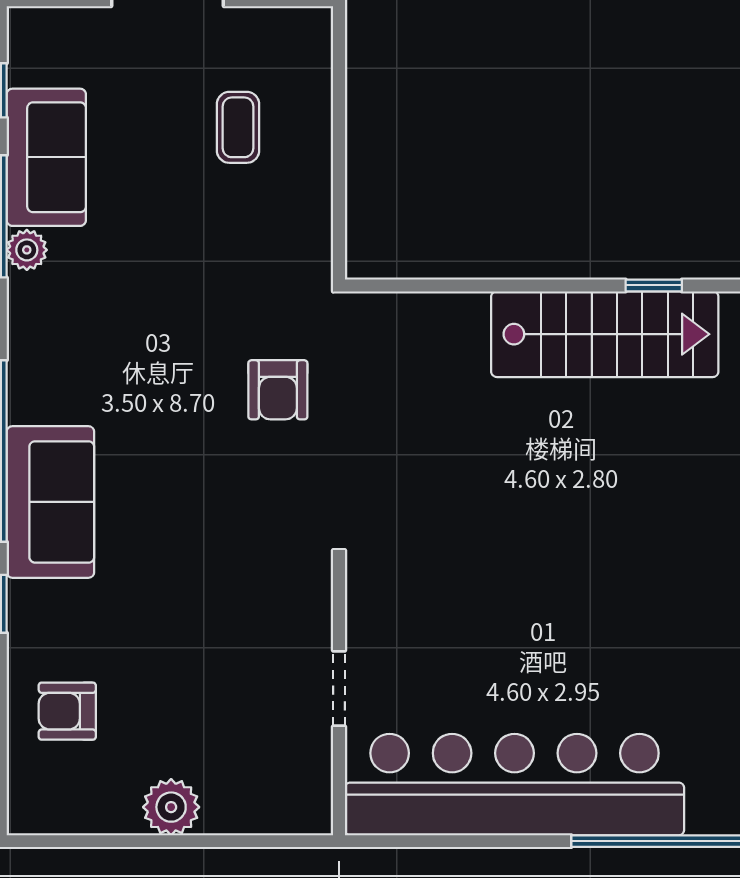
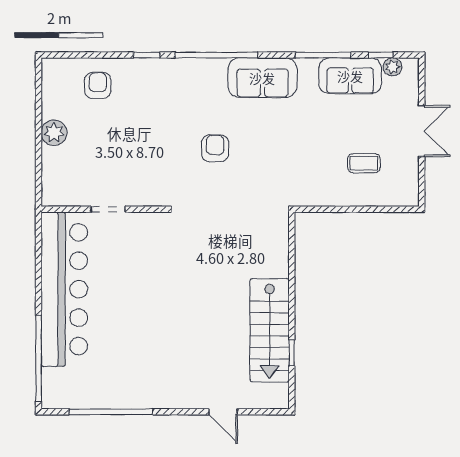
plant: (27, 250) -> (392, 67), moved
armchair: (278, 390) -> (215, 148), moved, turned 90
sofa: (50, 502) -> (262, 78), moved

